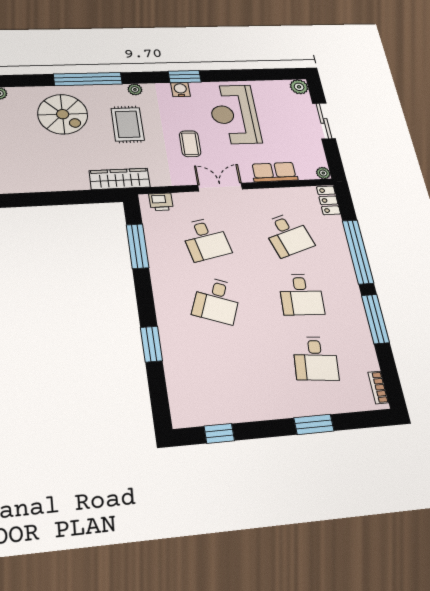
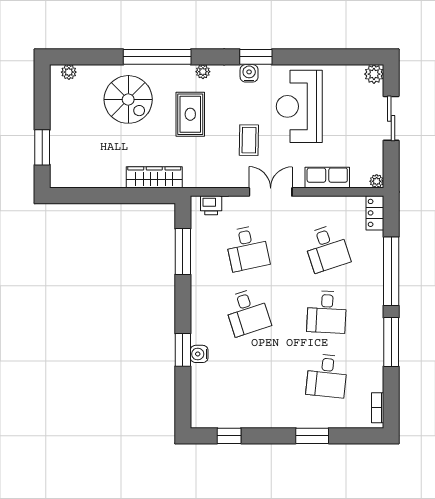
wardrobe: (120, 179) -> (154, 177), moved
desk: (217, 300) -> (247, 312), turned -39
water cooler: (170, 347) -> (199, 354), added

